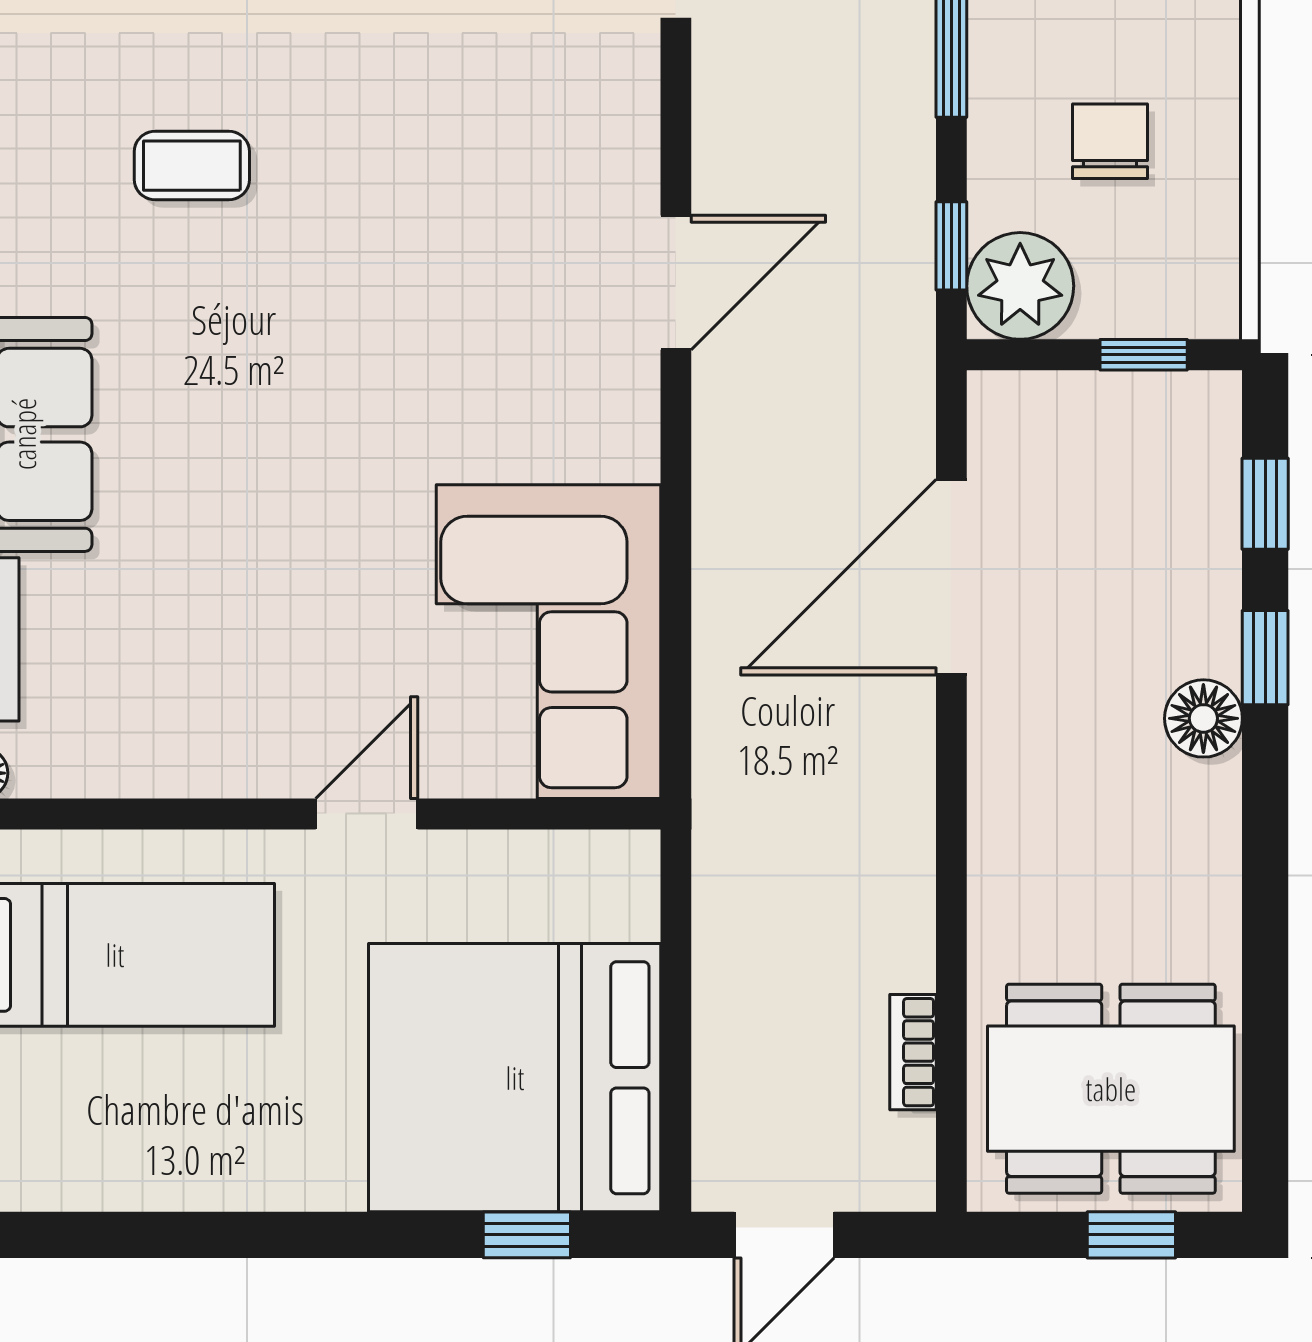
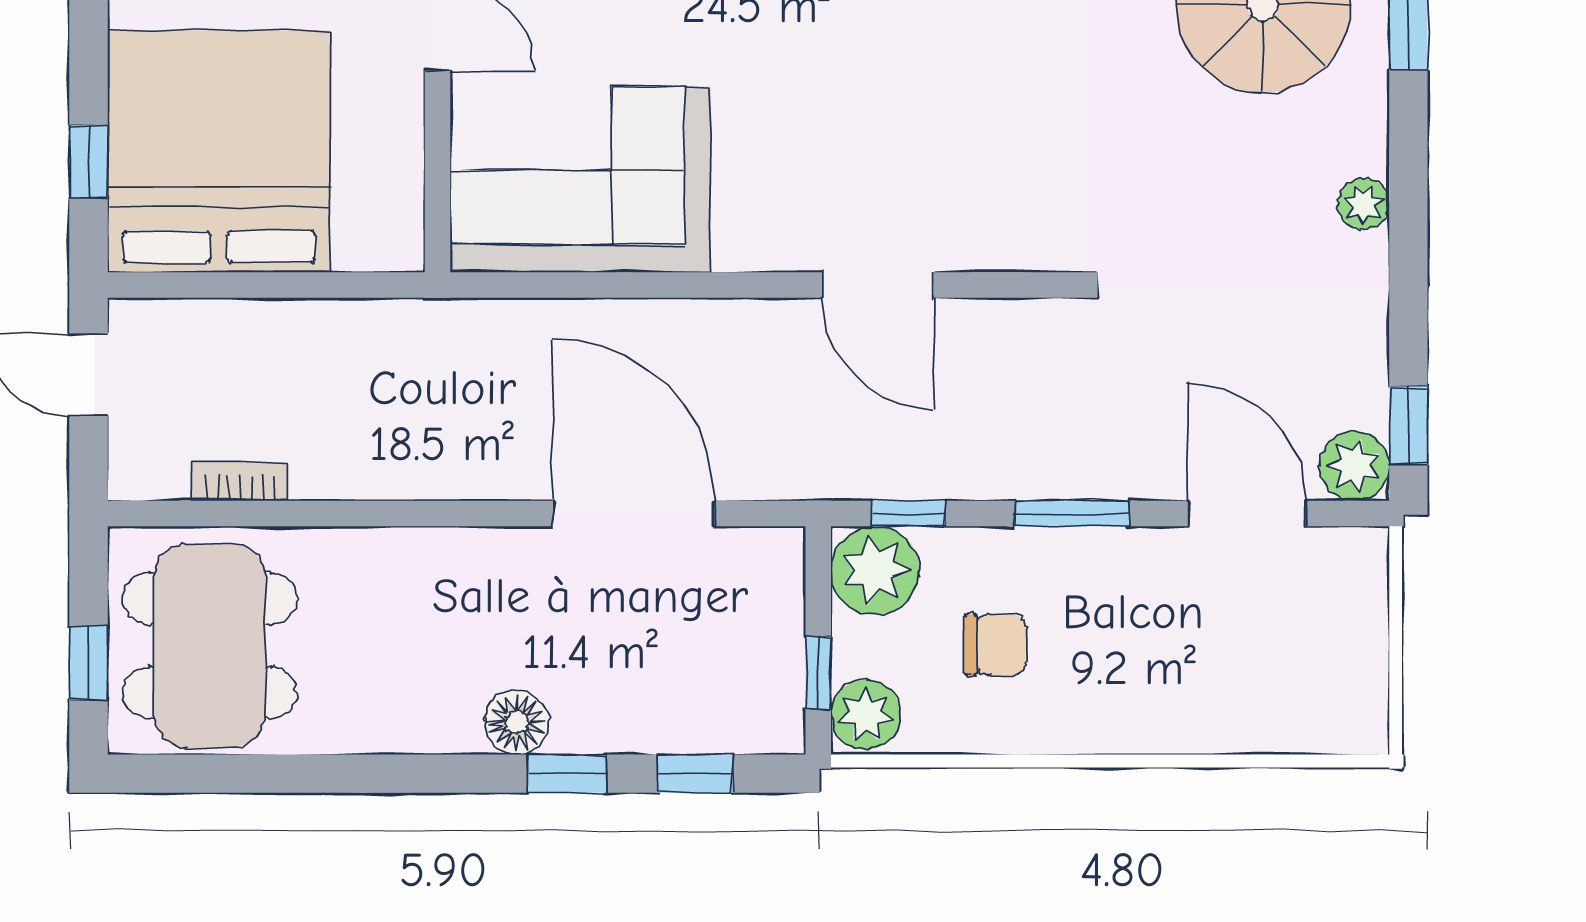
plant: (1194, 297) -> (866, 715), added

